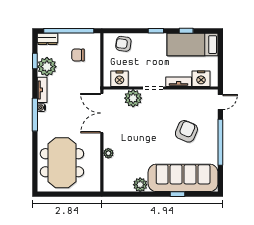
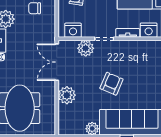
armchair: (186, 131) -> (111, 84), moved
plant: (108, 153) -> (67, 95), width x1.87, depth x1.87

